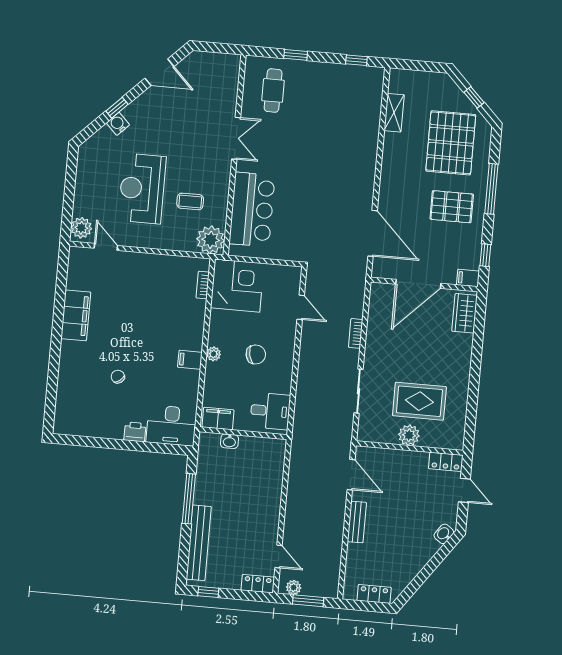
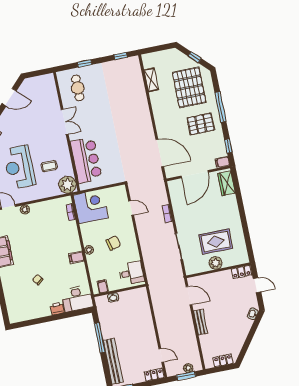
plant: (131, 259) -> (25, 210), added
filing cabinet: (218, 419) -> (103, 286), width x0.50
plant: (294, 587) -> (188, 368), moved

